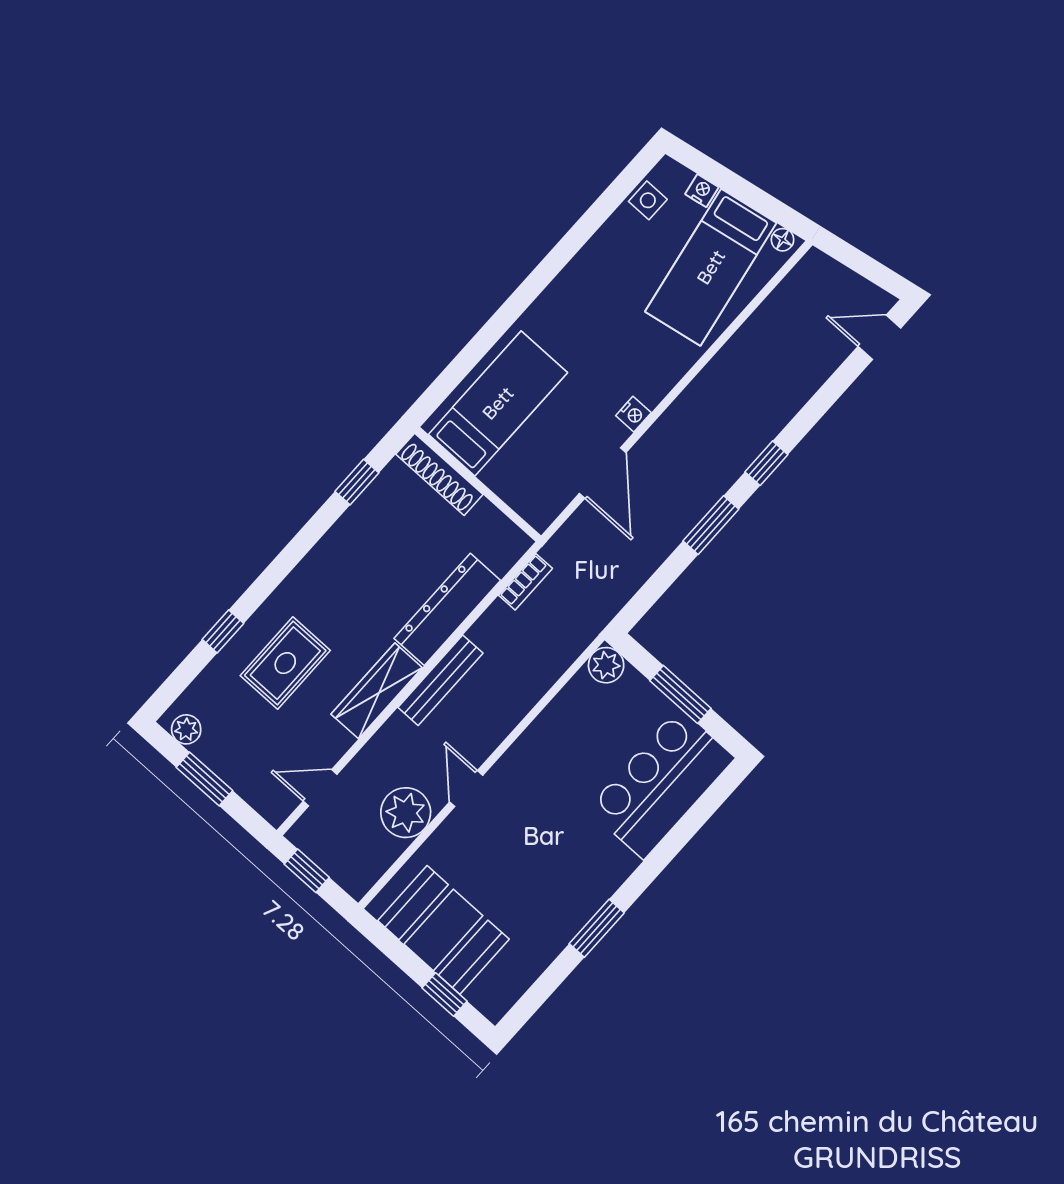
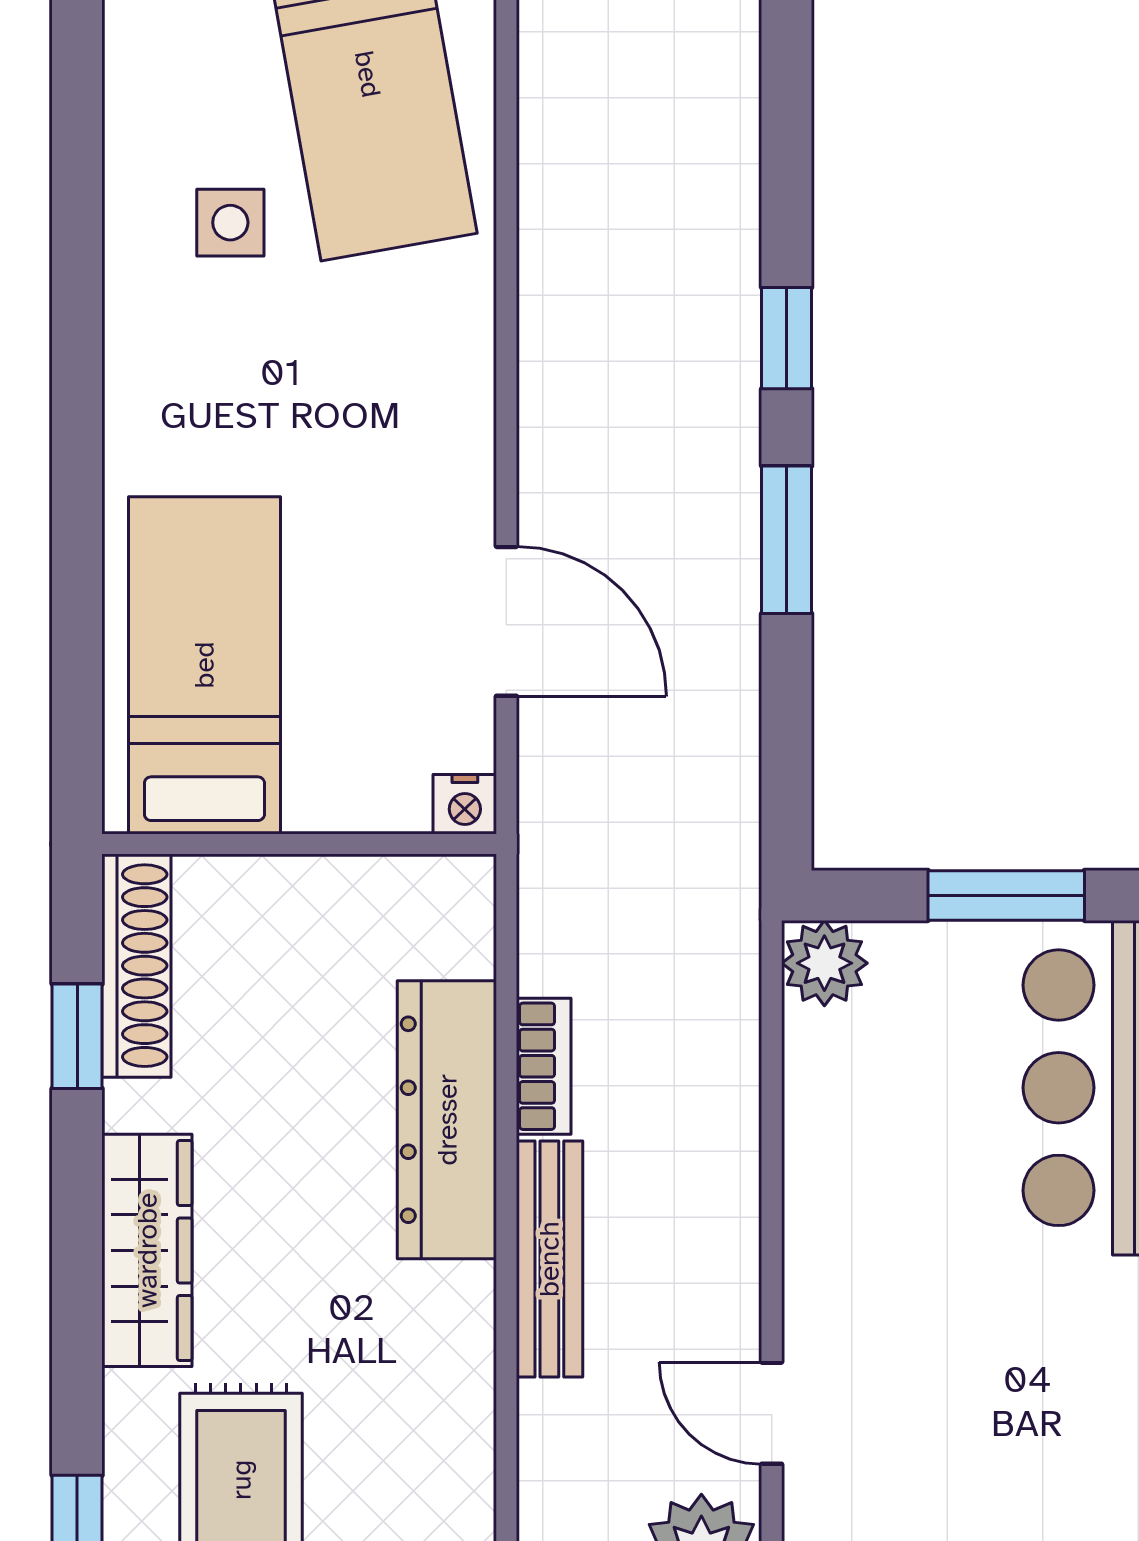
side table: (648, 200) -> (230, 223), moved
nightstand: (633, 414) -> (465, 804), moved, turned 90
shoe rack: (439, 474) -> (136, 966), moved, turned -90
bookcase: (525, 582) -> (544, 1066), moved
wardrobe: (377, 691) -> (147, 1250), moved, turned 180

